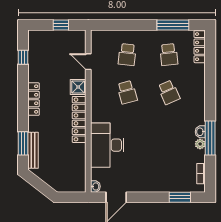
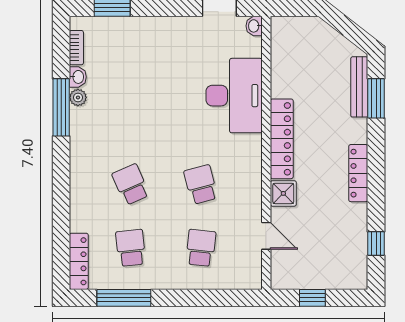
washbasin: (200, 132) -> (78, 77), moved

